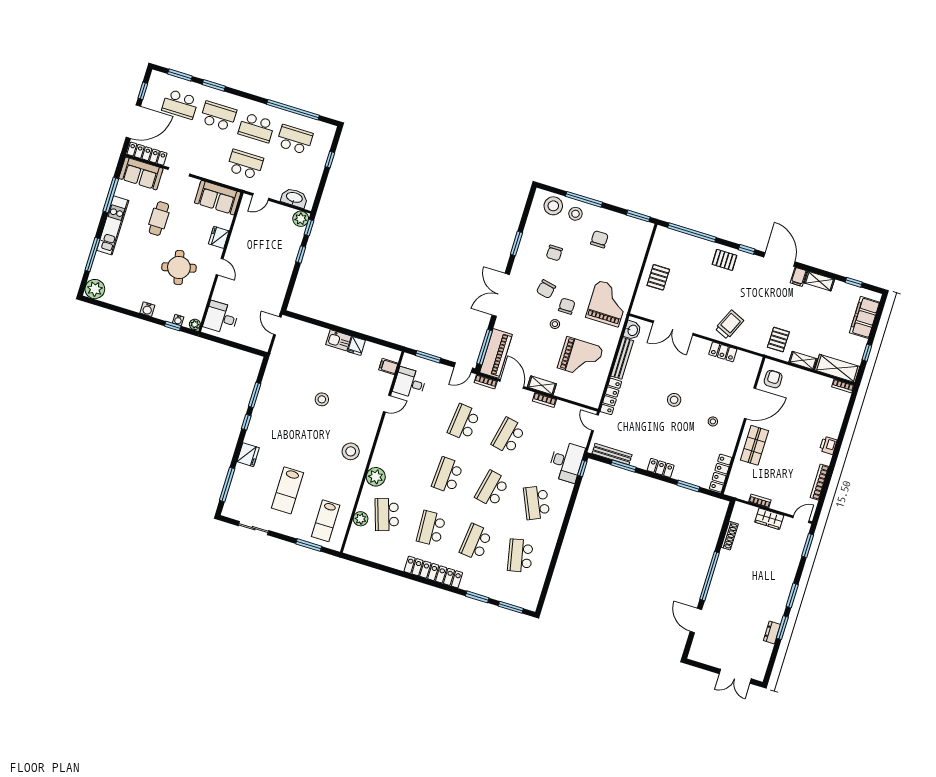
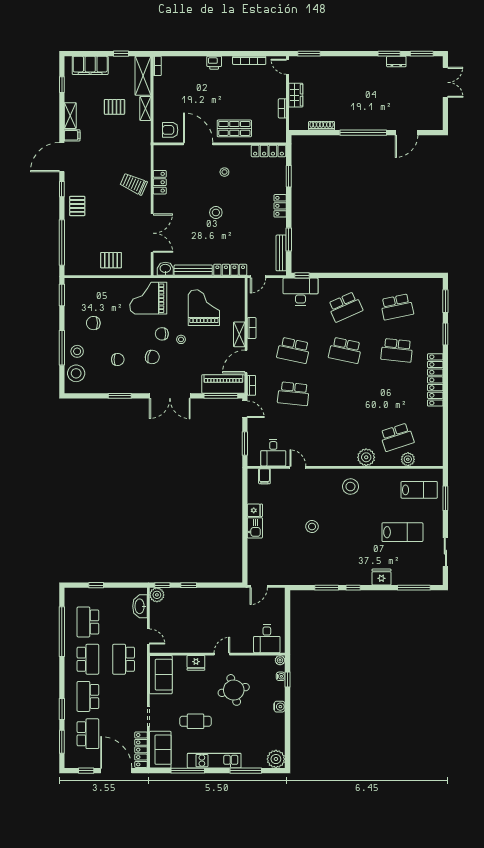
pallet: (778, 340) -> (114, 107), moved
school desk: (448, 475) -> (345, 394), removed
school desk: (431, 528) -> (397, 394), removed
window: (792, 595) -> (422, 54), moved

